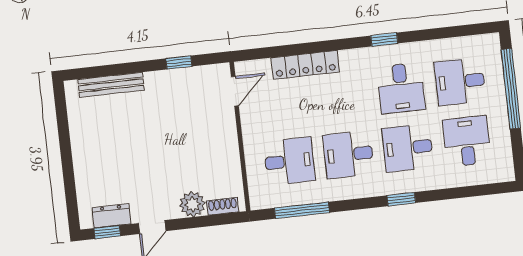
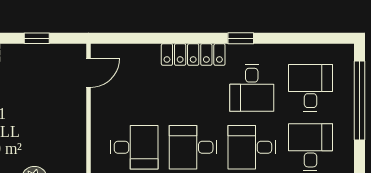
locker: (305, 65) -> (193, 54), moved
desk: (460, 82) -> (310, 88), turned 90

